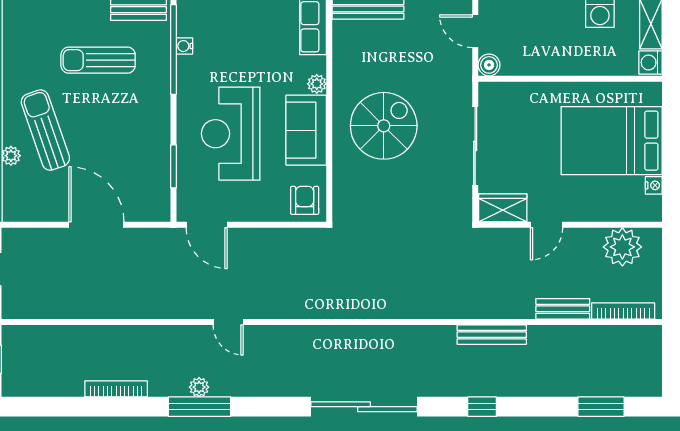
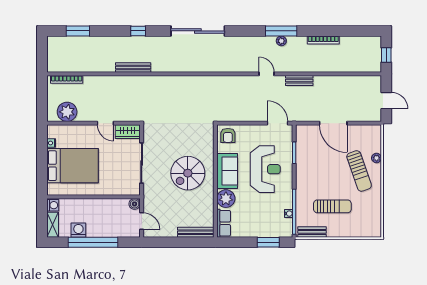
plant: (317, 84) -> (226, 199), width x1.88, depth x1.88
door: (547, 225) -> (105, 123), swing flipped
bench: (563, 309) -> (299, 81), moved

